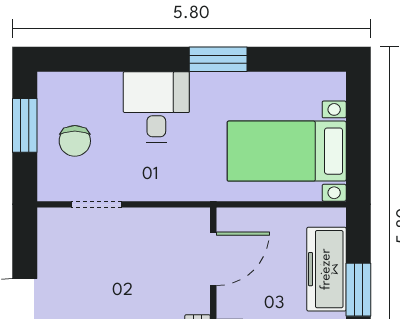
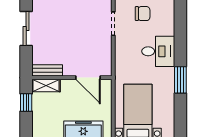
chair: (75, 141) -> (143, 14), turned 180

